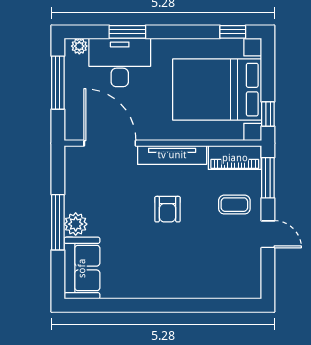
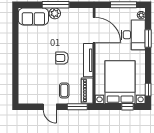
window: (268, 114) -> (128, 107), moved
door: (110, 143) -> (94, 30), hinge flipped
door: (268, 234) -> (50, 107), hinge flipped

